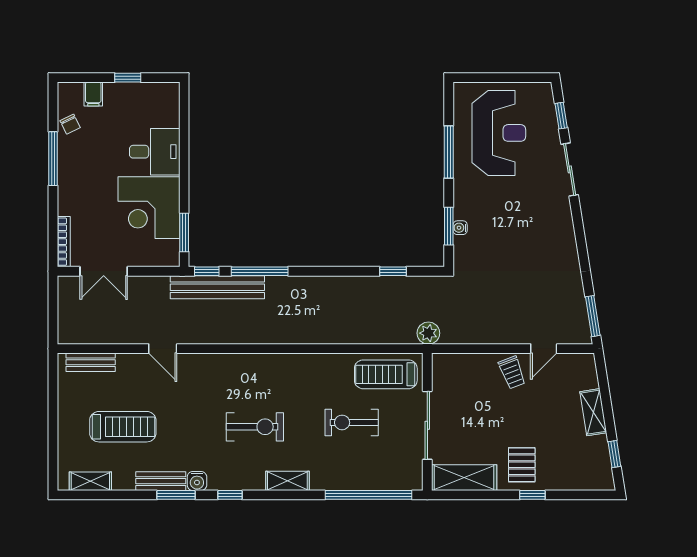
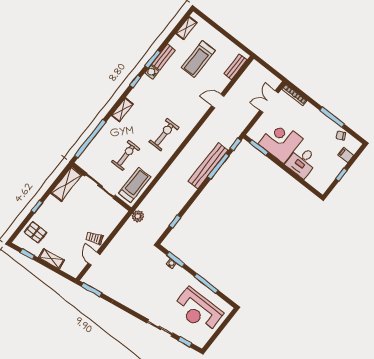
bench: (217, 287) -> (208, 166), moved
exercise bike: (255, 427) -> (164, 135), moved, turned 180
pallet: (522, 465) -> (35, 232), moved

